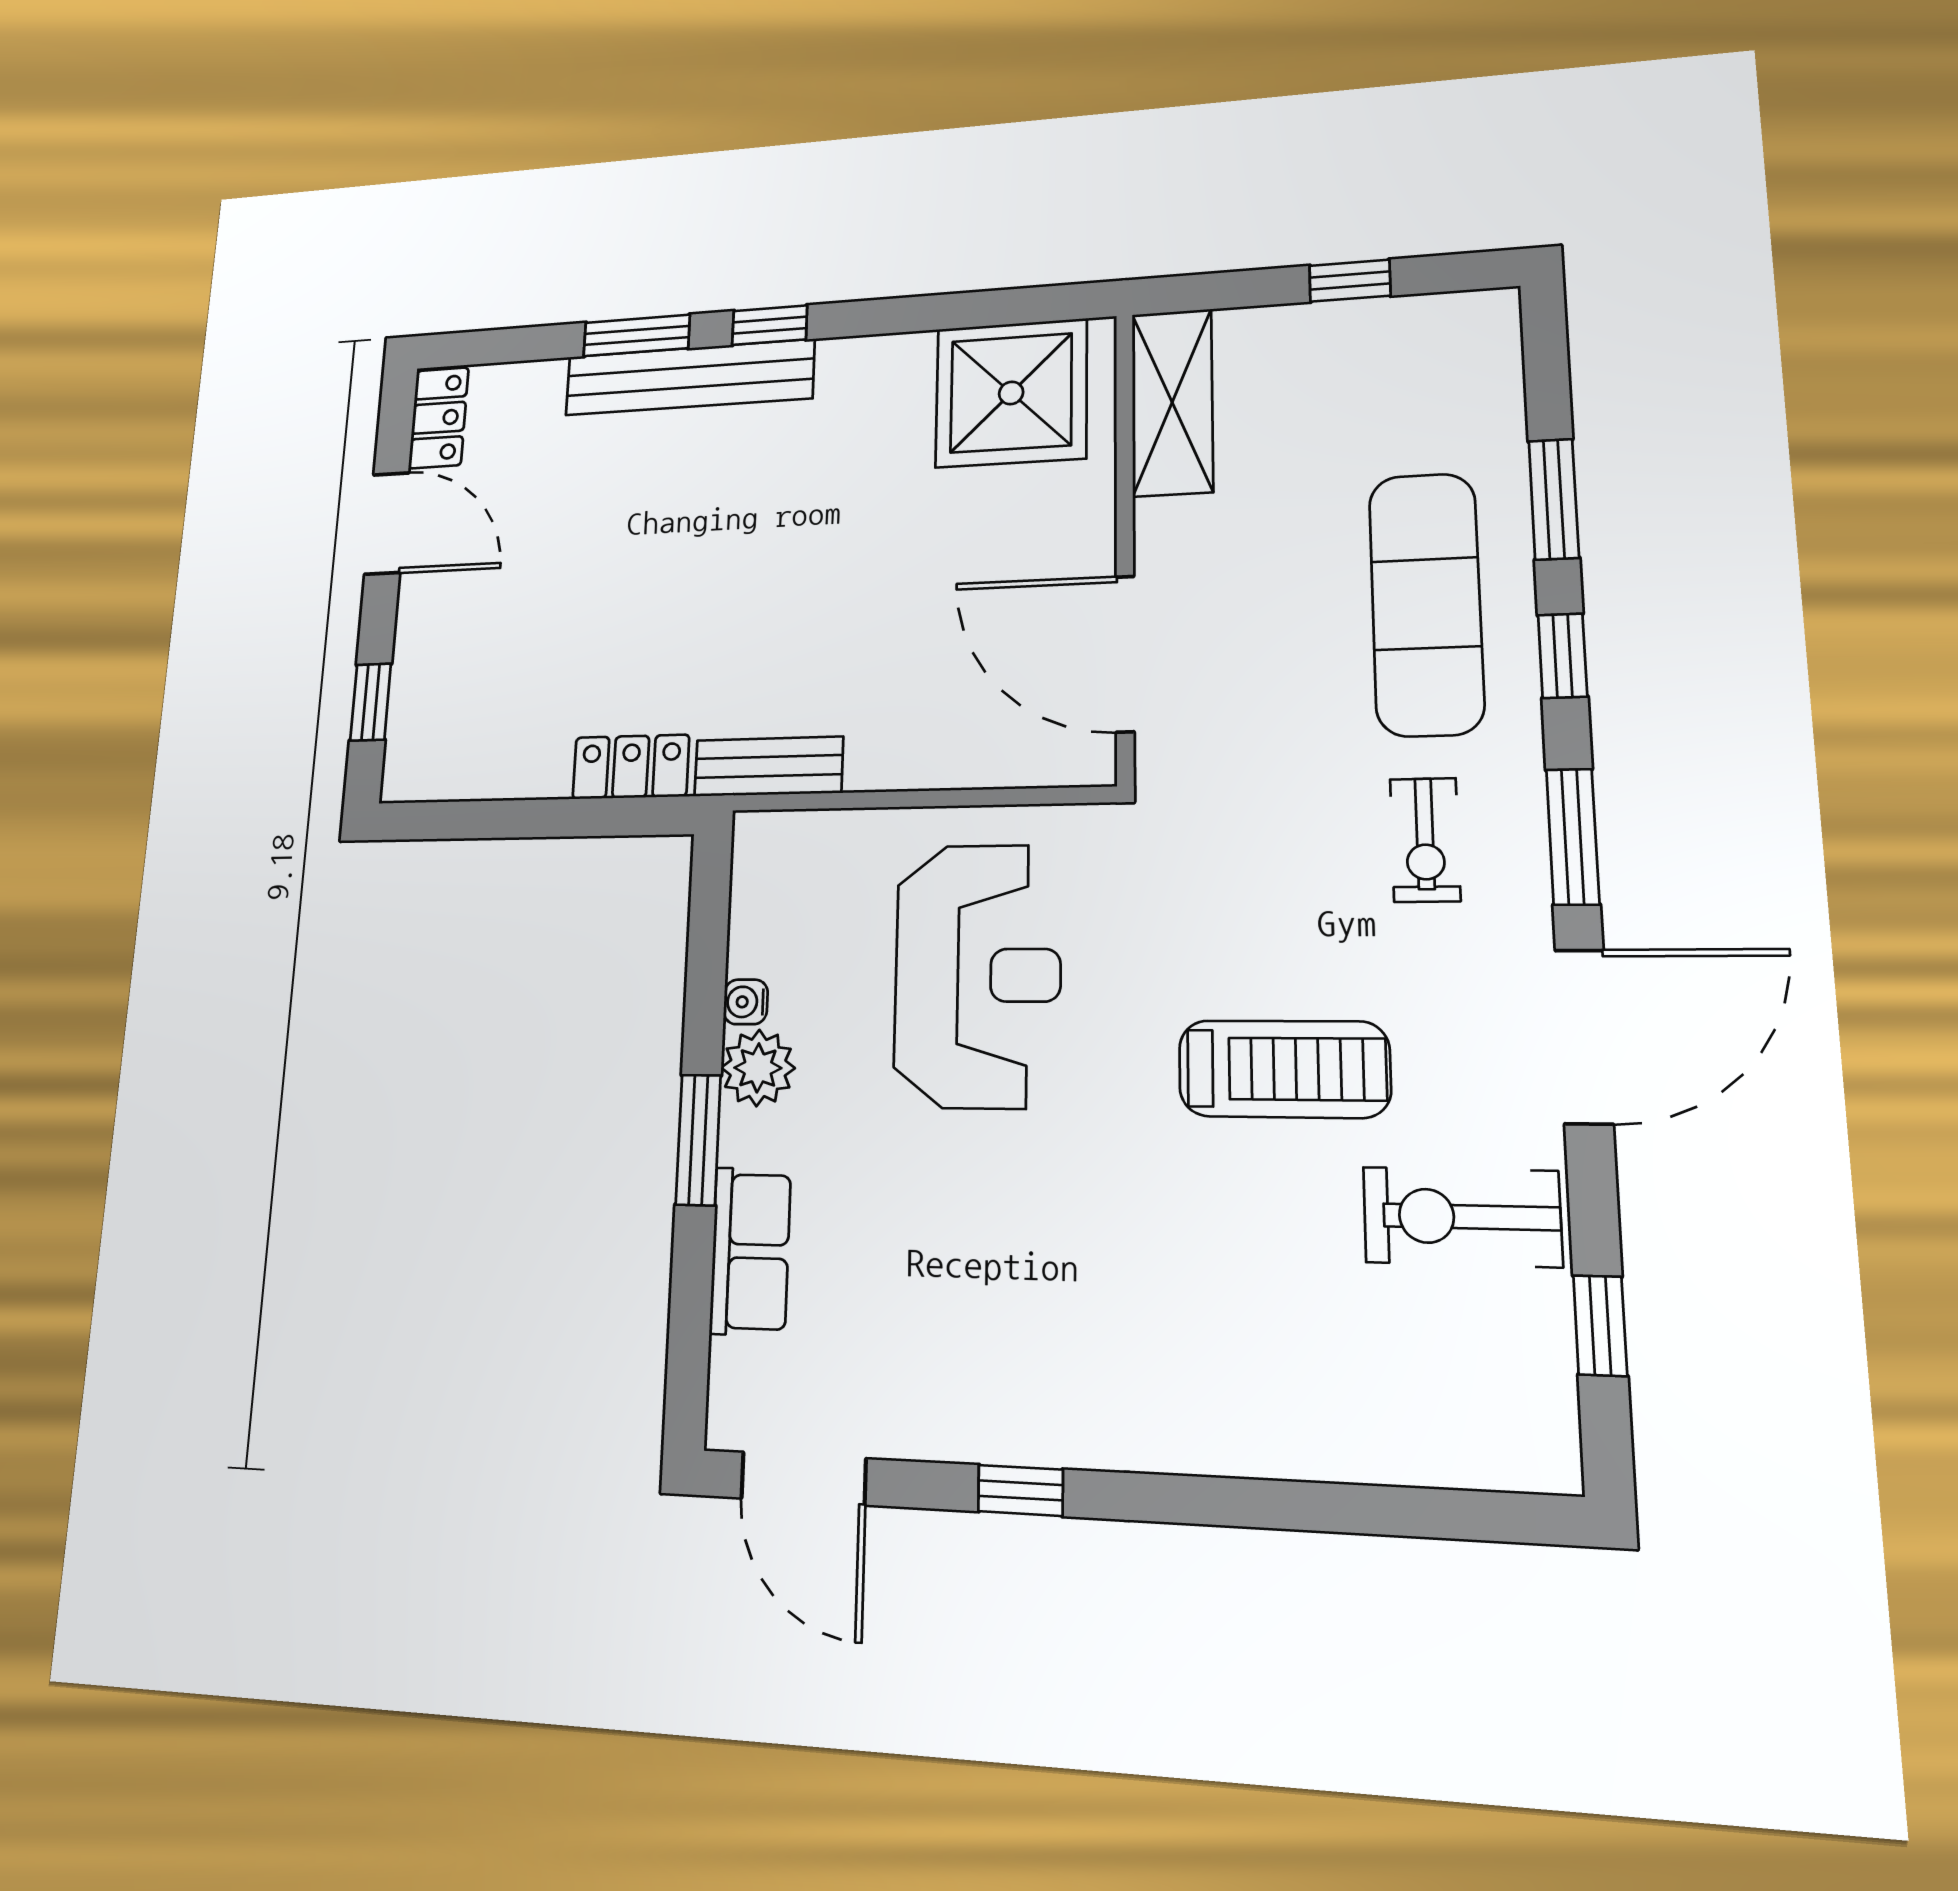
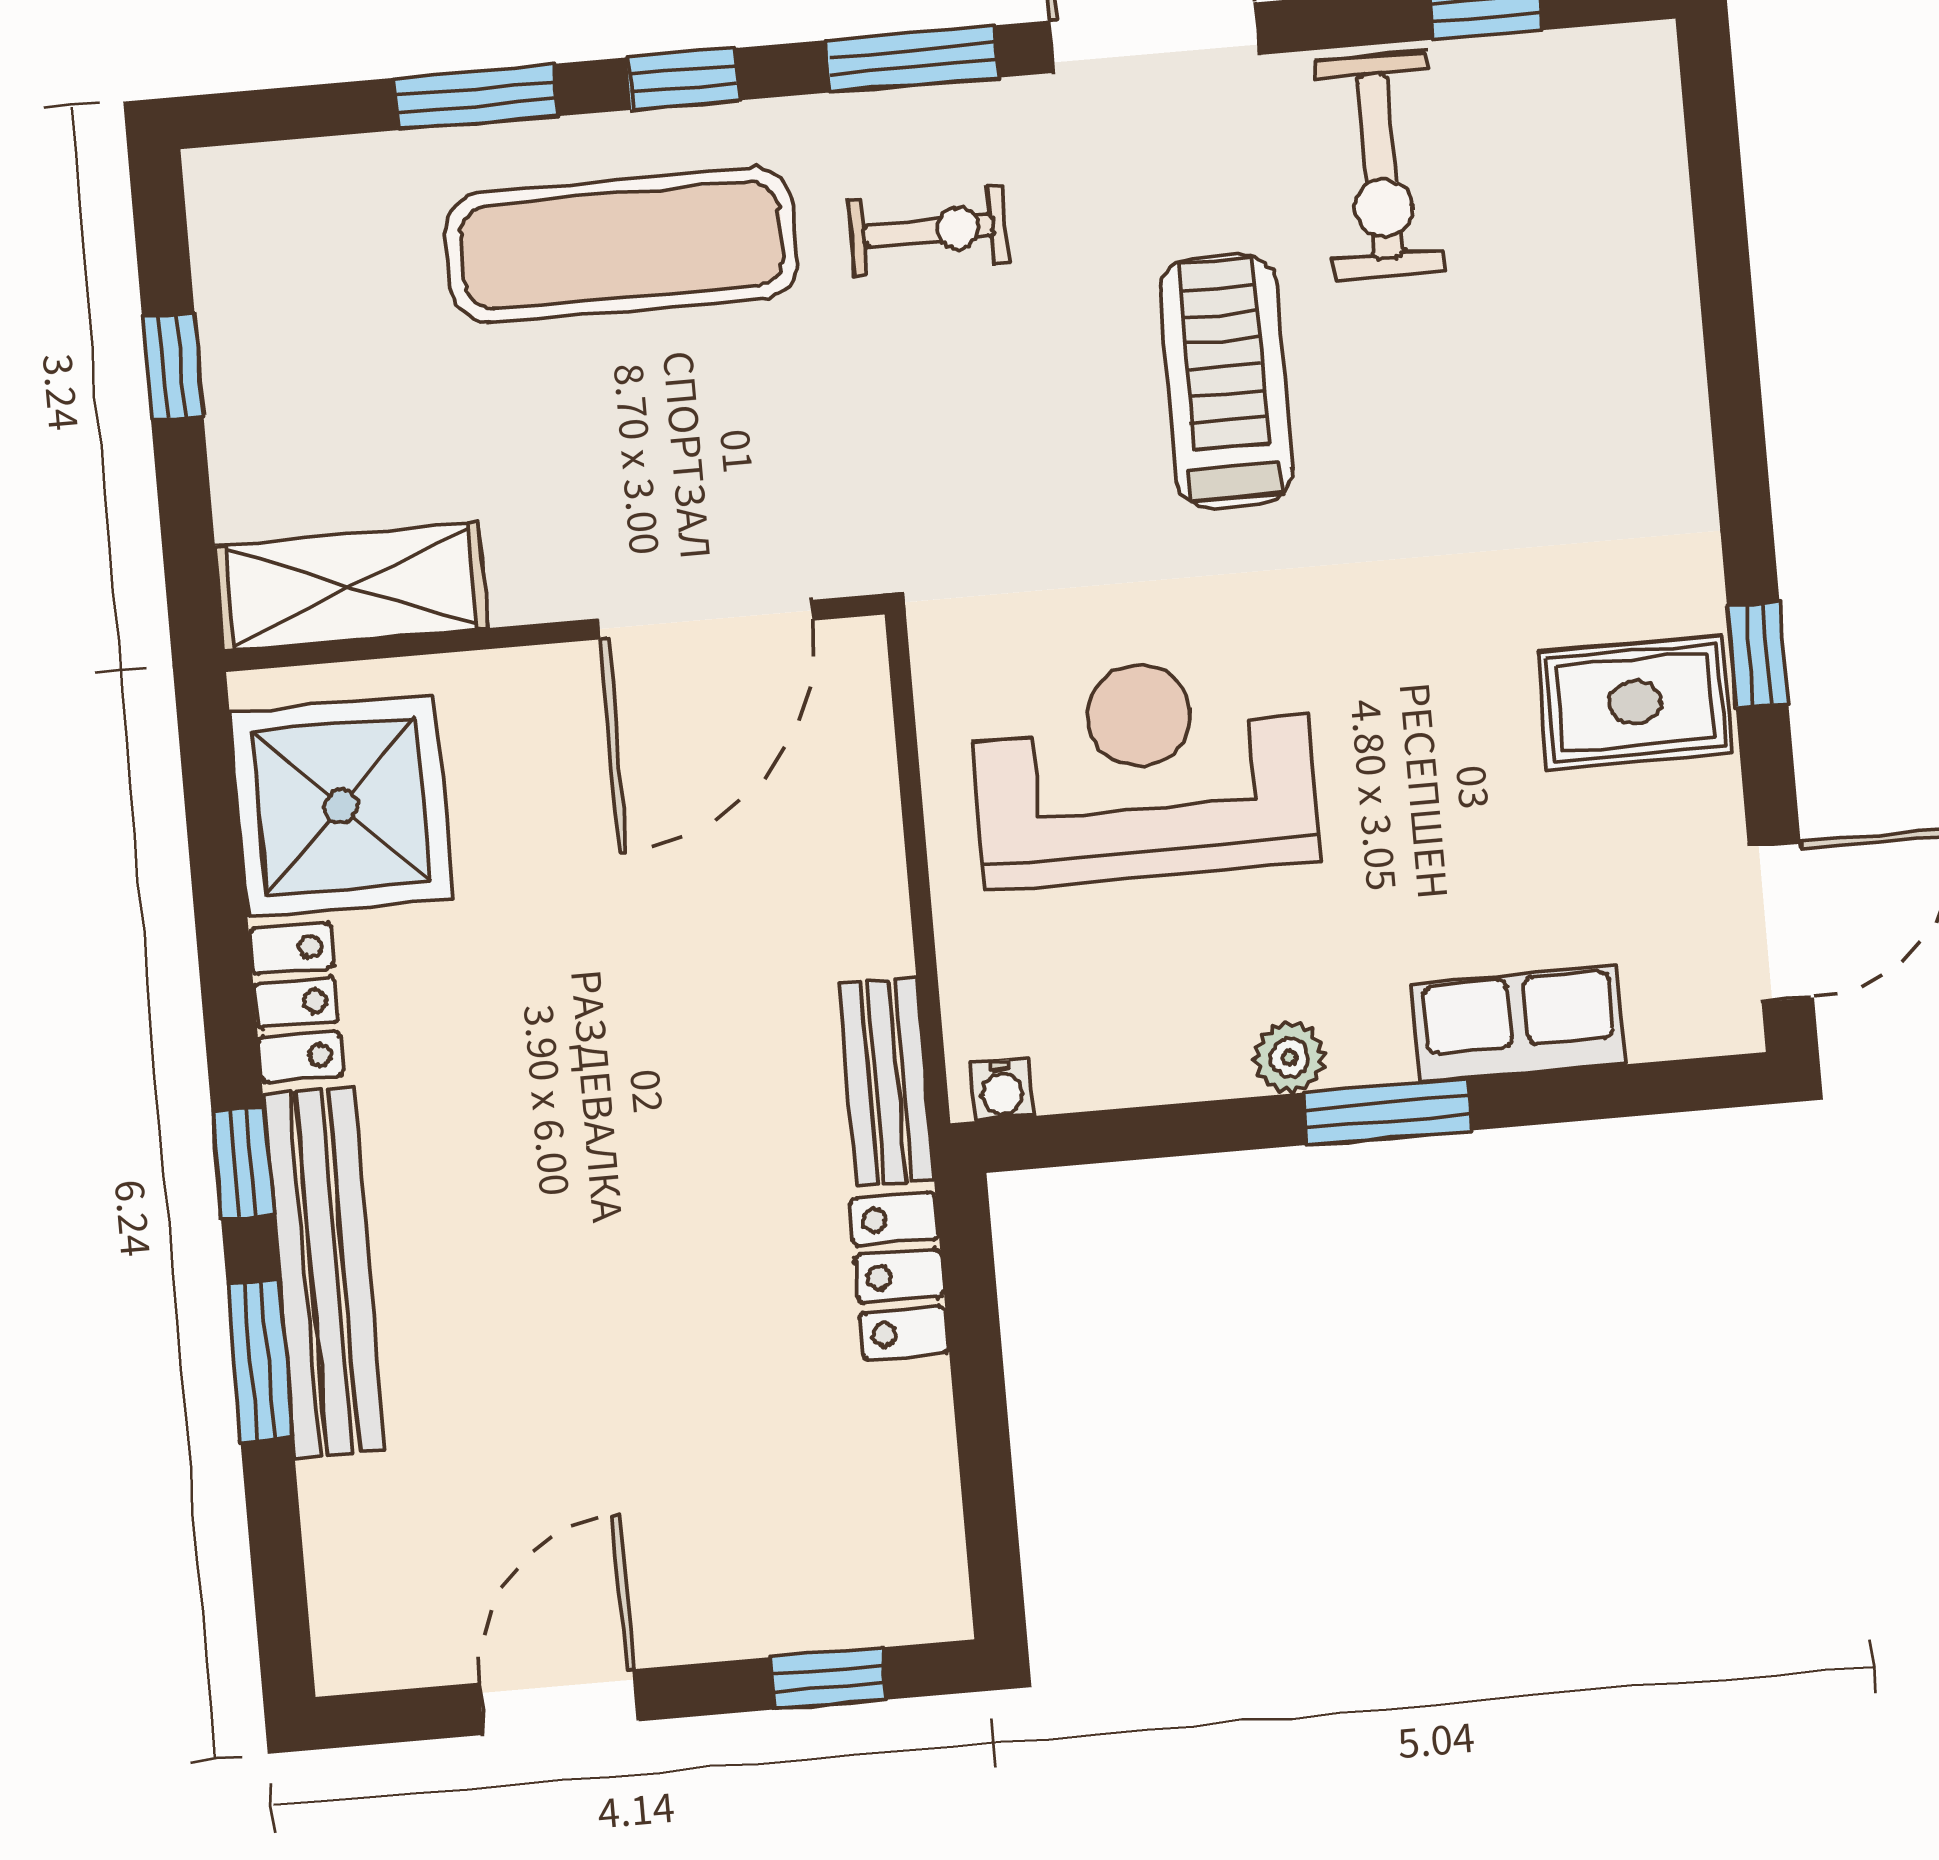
locker: (439, 418) -> (296, 1002), moved, turned 90
water cooler: (746, 1002) -> (1002, 1089), moved
plant: (758, 1068) -> (1289, 1058), width x0.73, depth x0.73
rug: (991, 1379) -> (1635, 702), added

